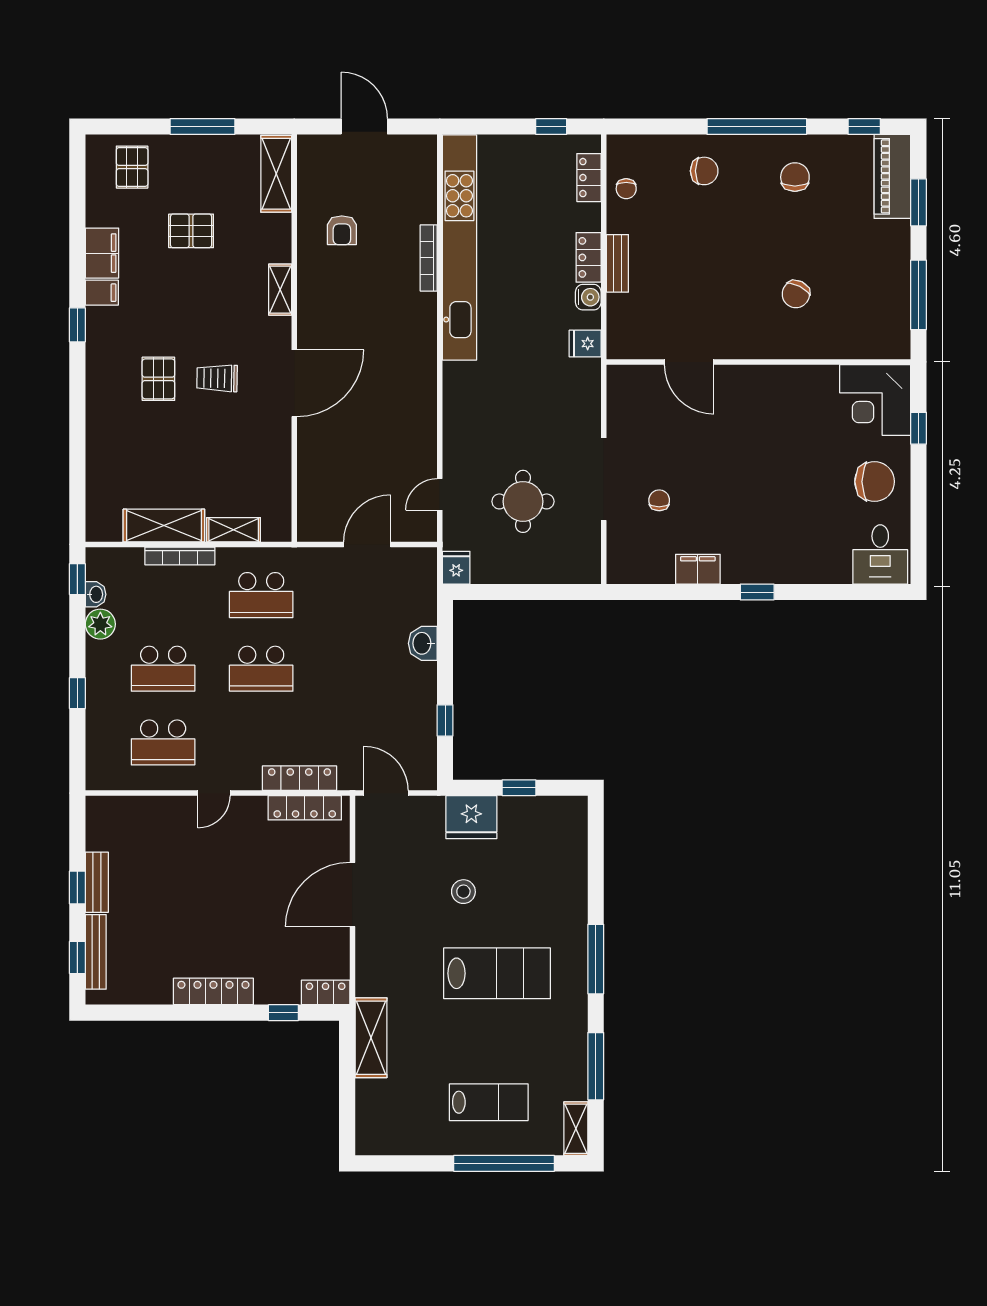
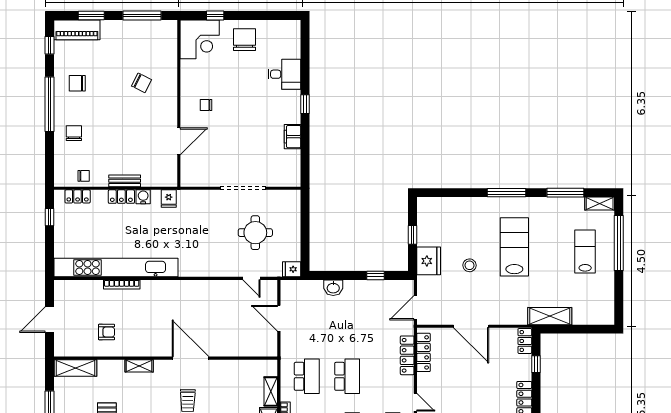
chair: (659, 500) -> (206, 105), moved
desk: (880, 554) -> (284, 74), moved

